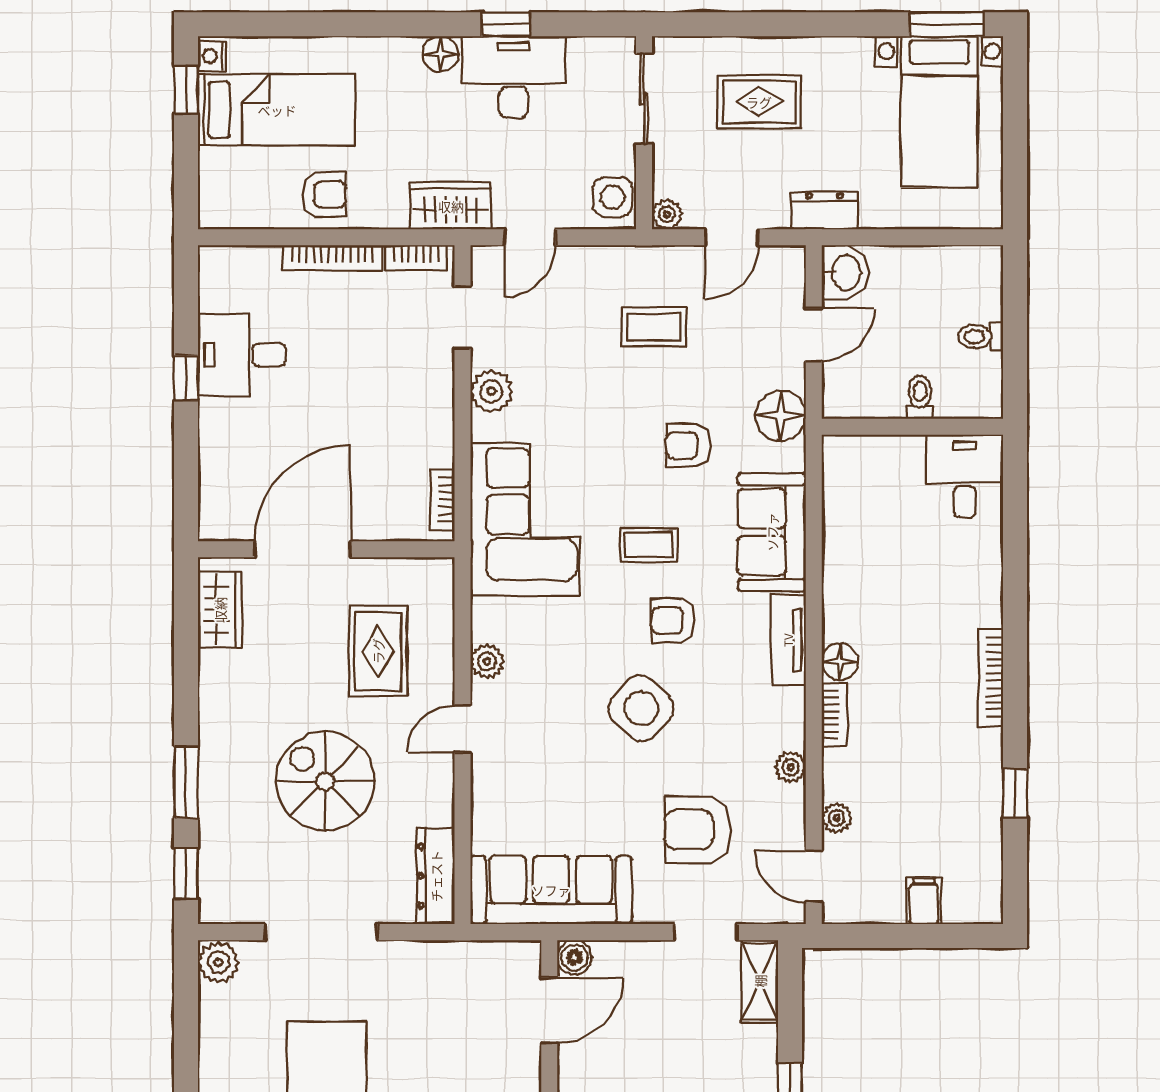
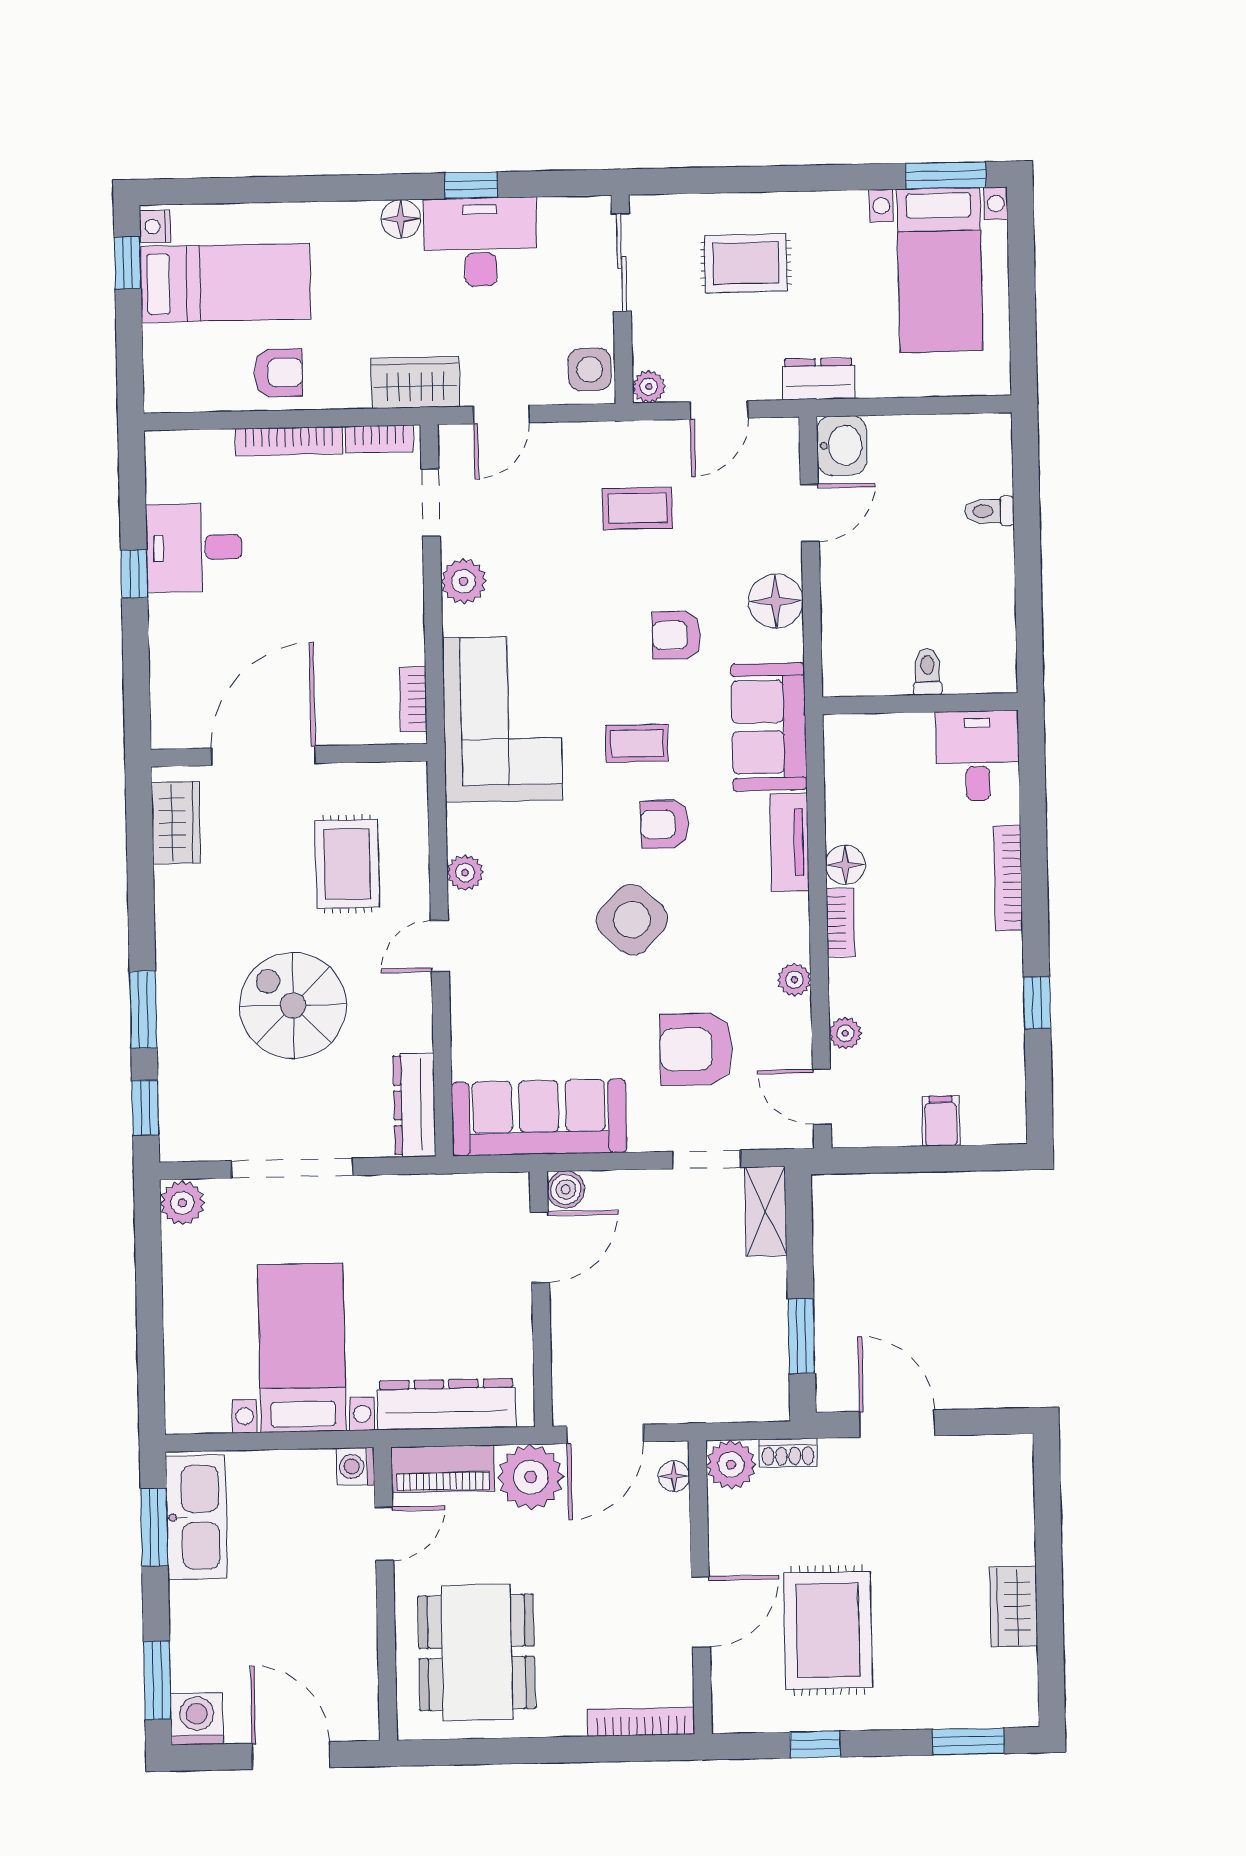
toilet: (920, 397) -> (927, 672), moved
wall: (912, 427) -> (920, 704), moved
desk: (965, 476) -> (978, 756), moved

